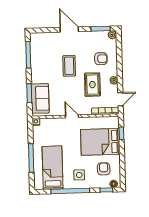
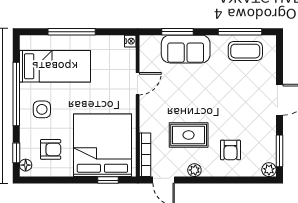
coffee table: (69, 66) -> (245, 51), moved
sofa: (40, 98) -> (186, 49), moved
door: (72, 116) -> (138, 84), moved
bed: (100, 142) -> (102, 145), width x1.36

